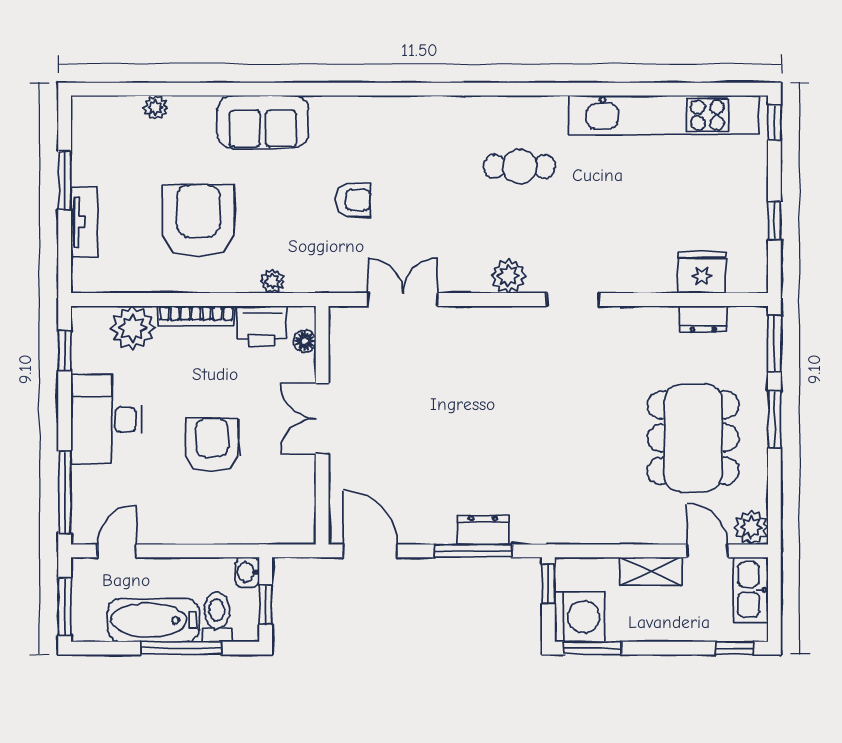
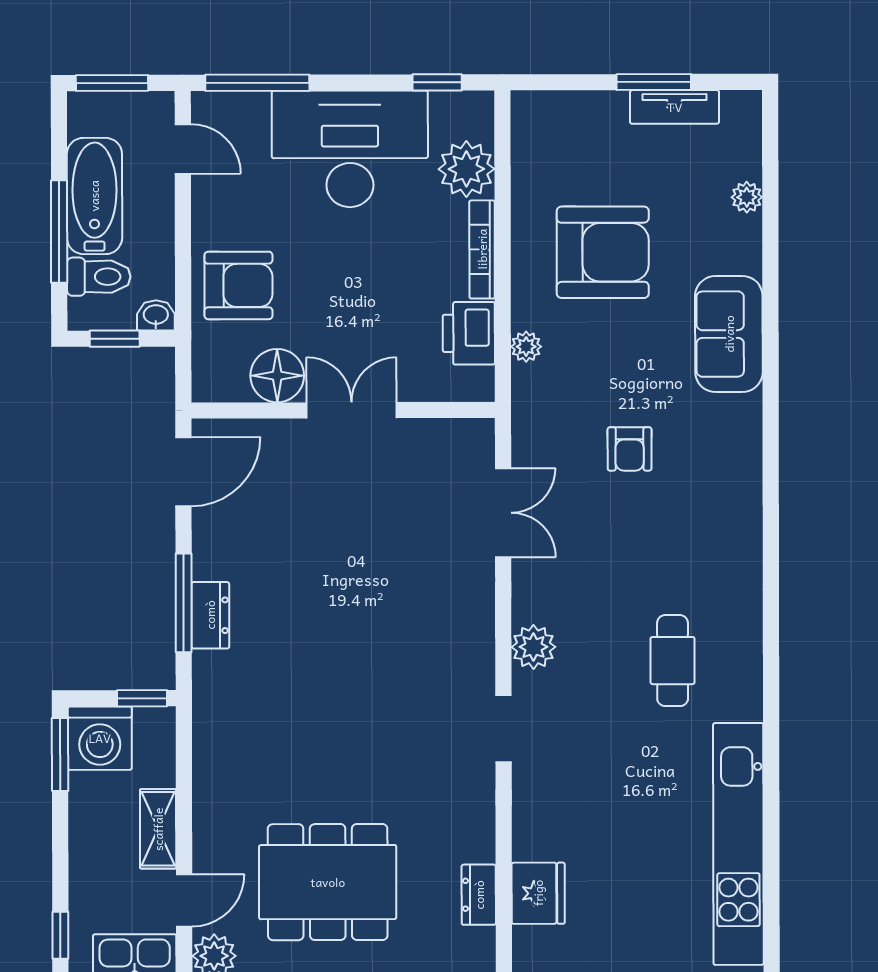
tv unit: (84, 222) -> (675, 107), moved
floor lamp: (305, 341) -> (277, 376), moved, width x1.89, depth x1.89
desk: (106, 419) -> (350, 149), width x1.36, depth x1.30
armchair: (212, 445) -> (238, 285), moved

